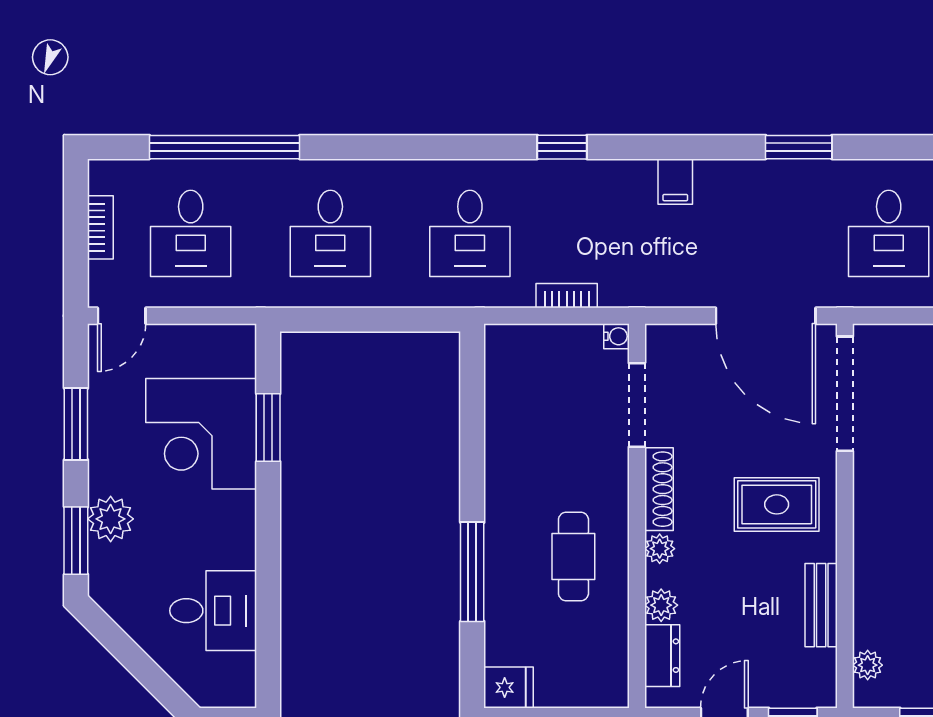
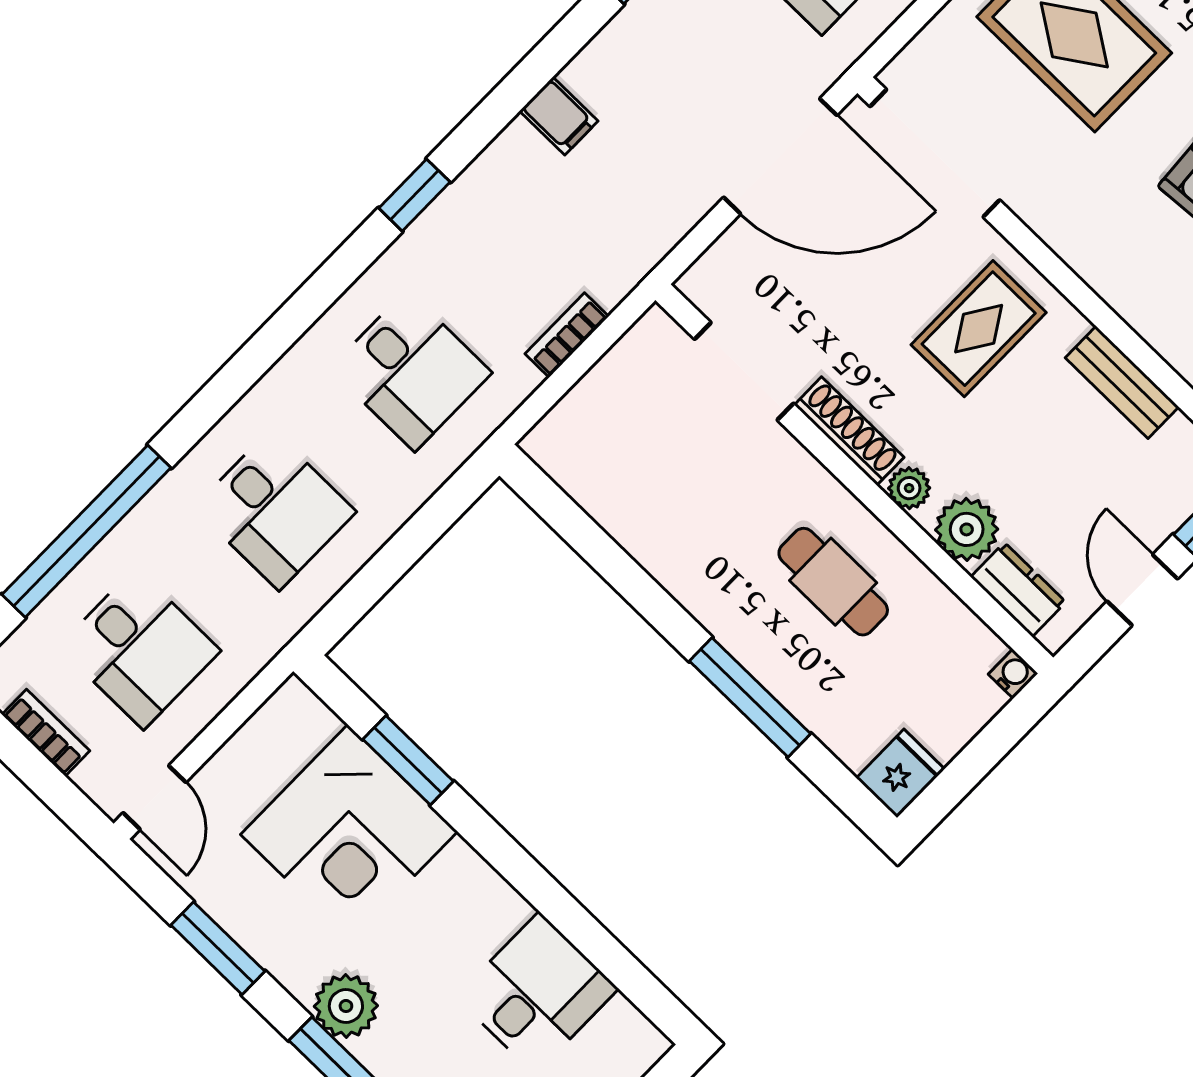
water cooler: (616, 336) -> (1013, 674), moved
plant: (661, 605) -> (967, 529), width x1.38, depth x1.38

